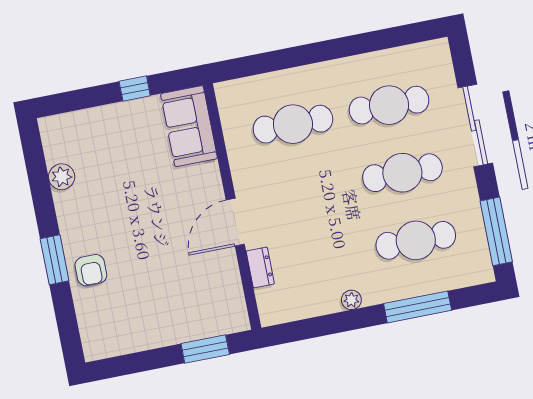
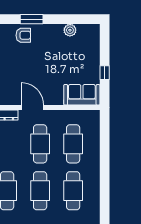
cafe table: (306, 192) -> (40, 144), added
armchair: (91, 270) -> (23, 35), turned 180

